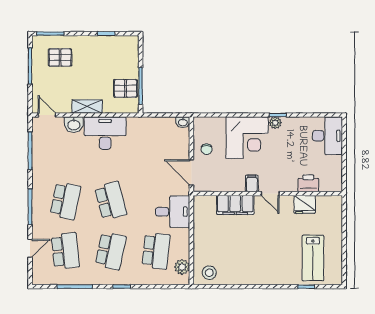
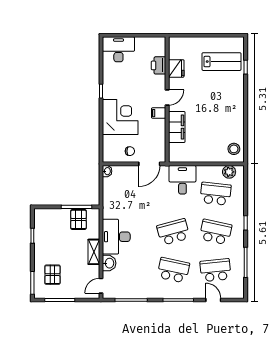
plant: (275, 123) -> (108, 93), removed

